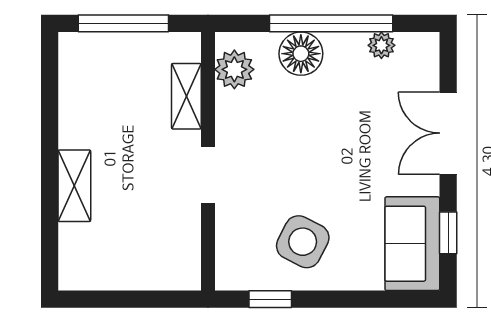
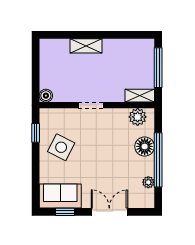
shelving: (186, 96) -> (140, 96), moved
boiler: (186, 276) -> (46, 96), added

